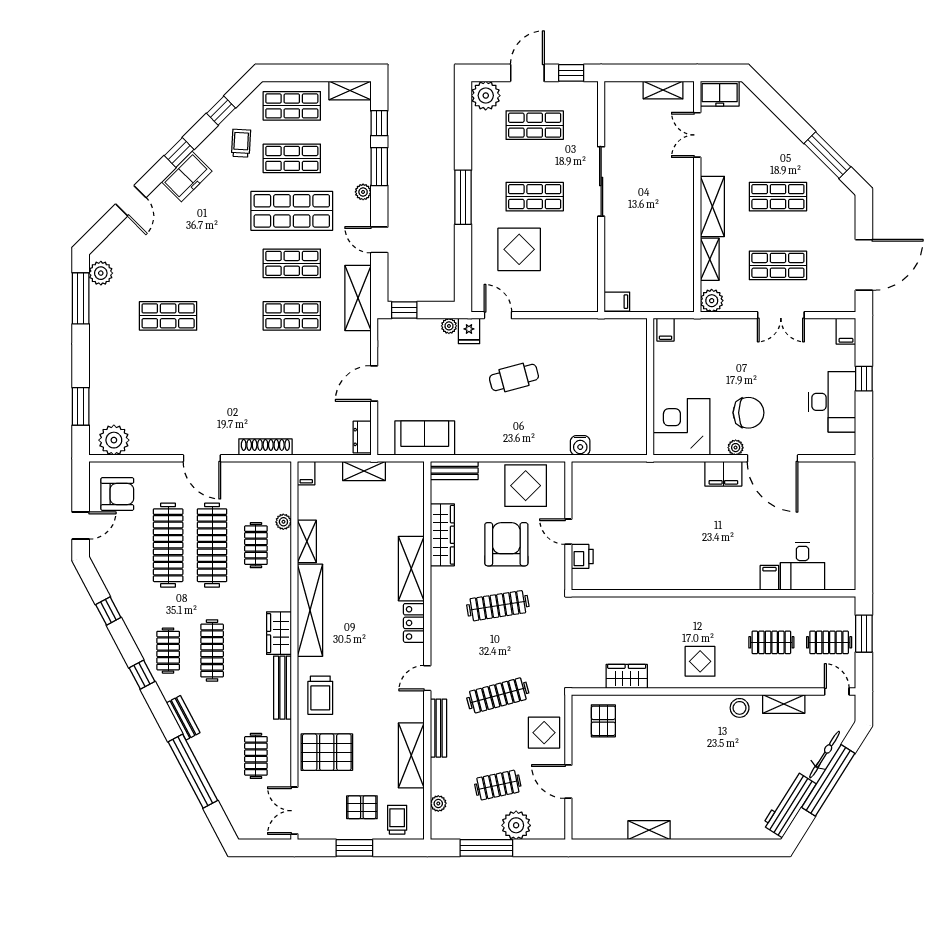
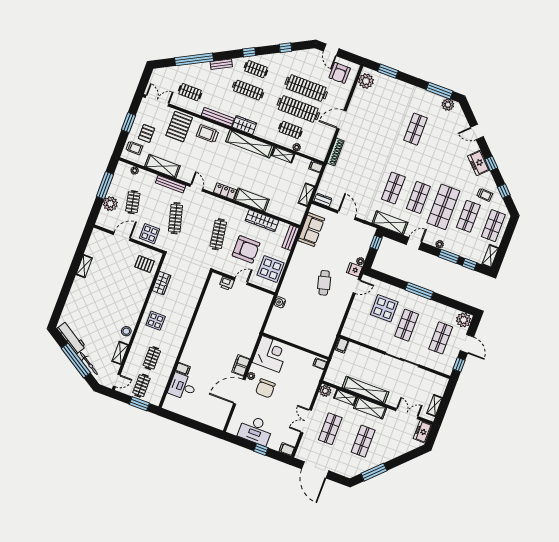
shelving: (682, 228) -> (365, 390), added

